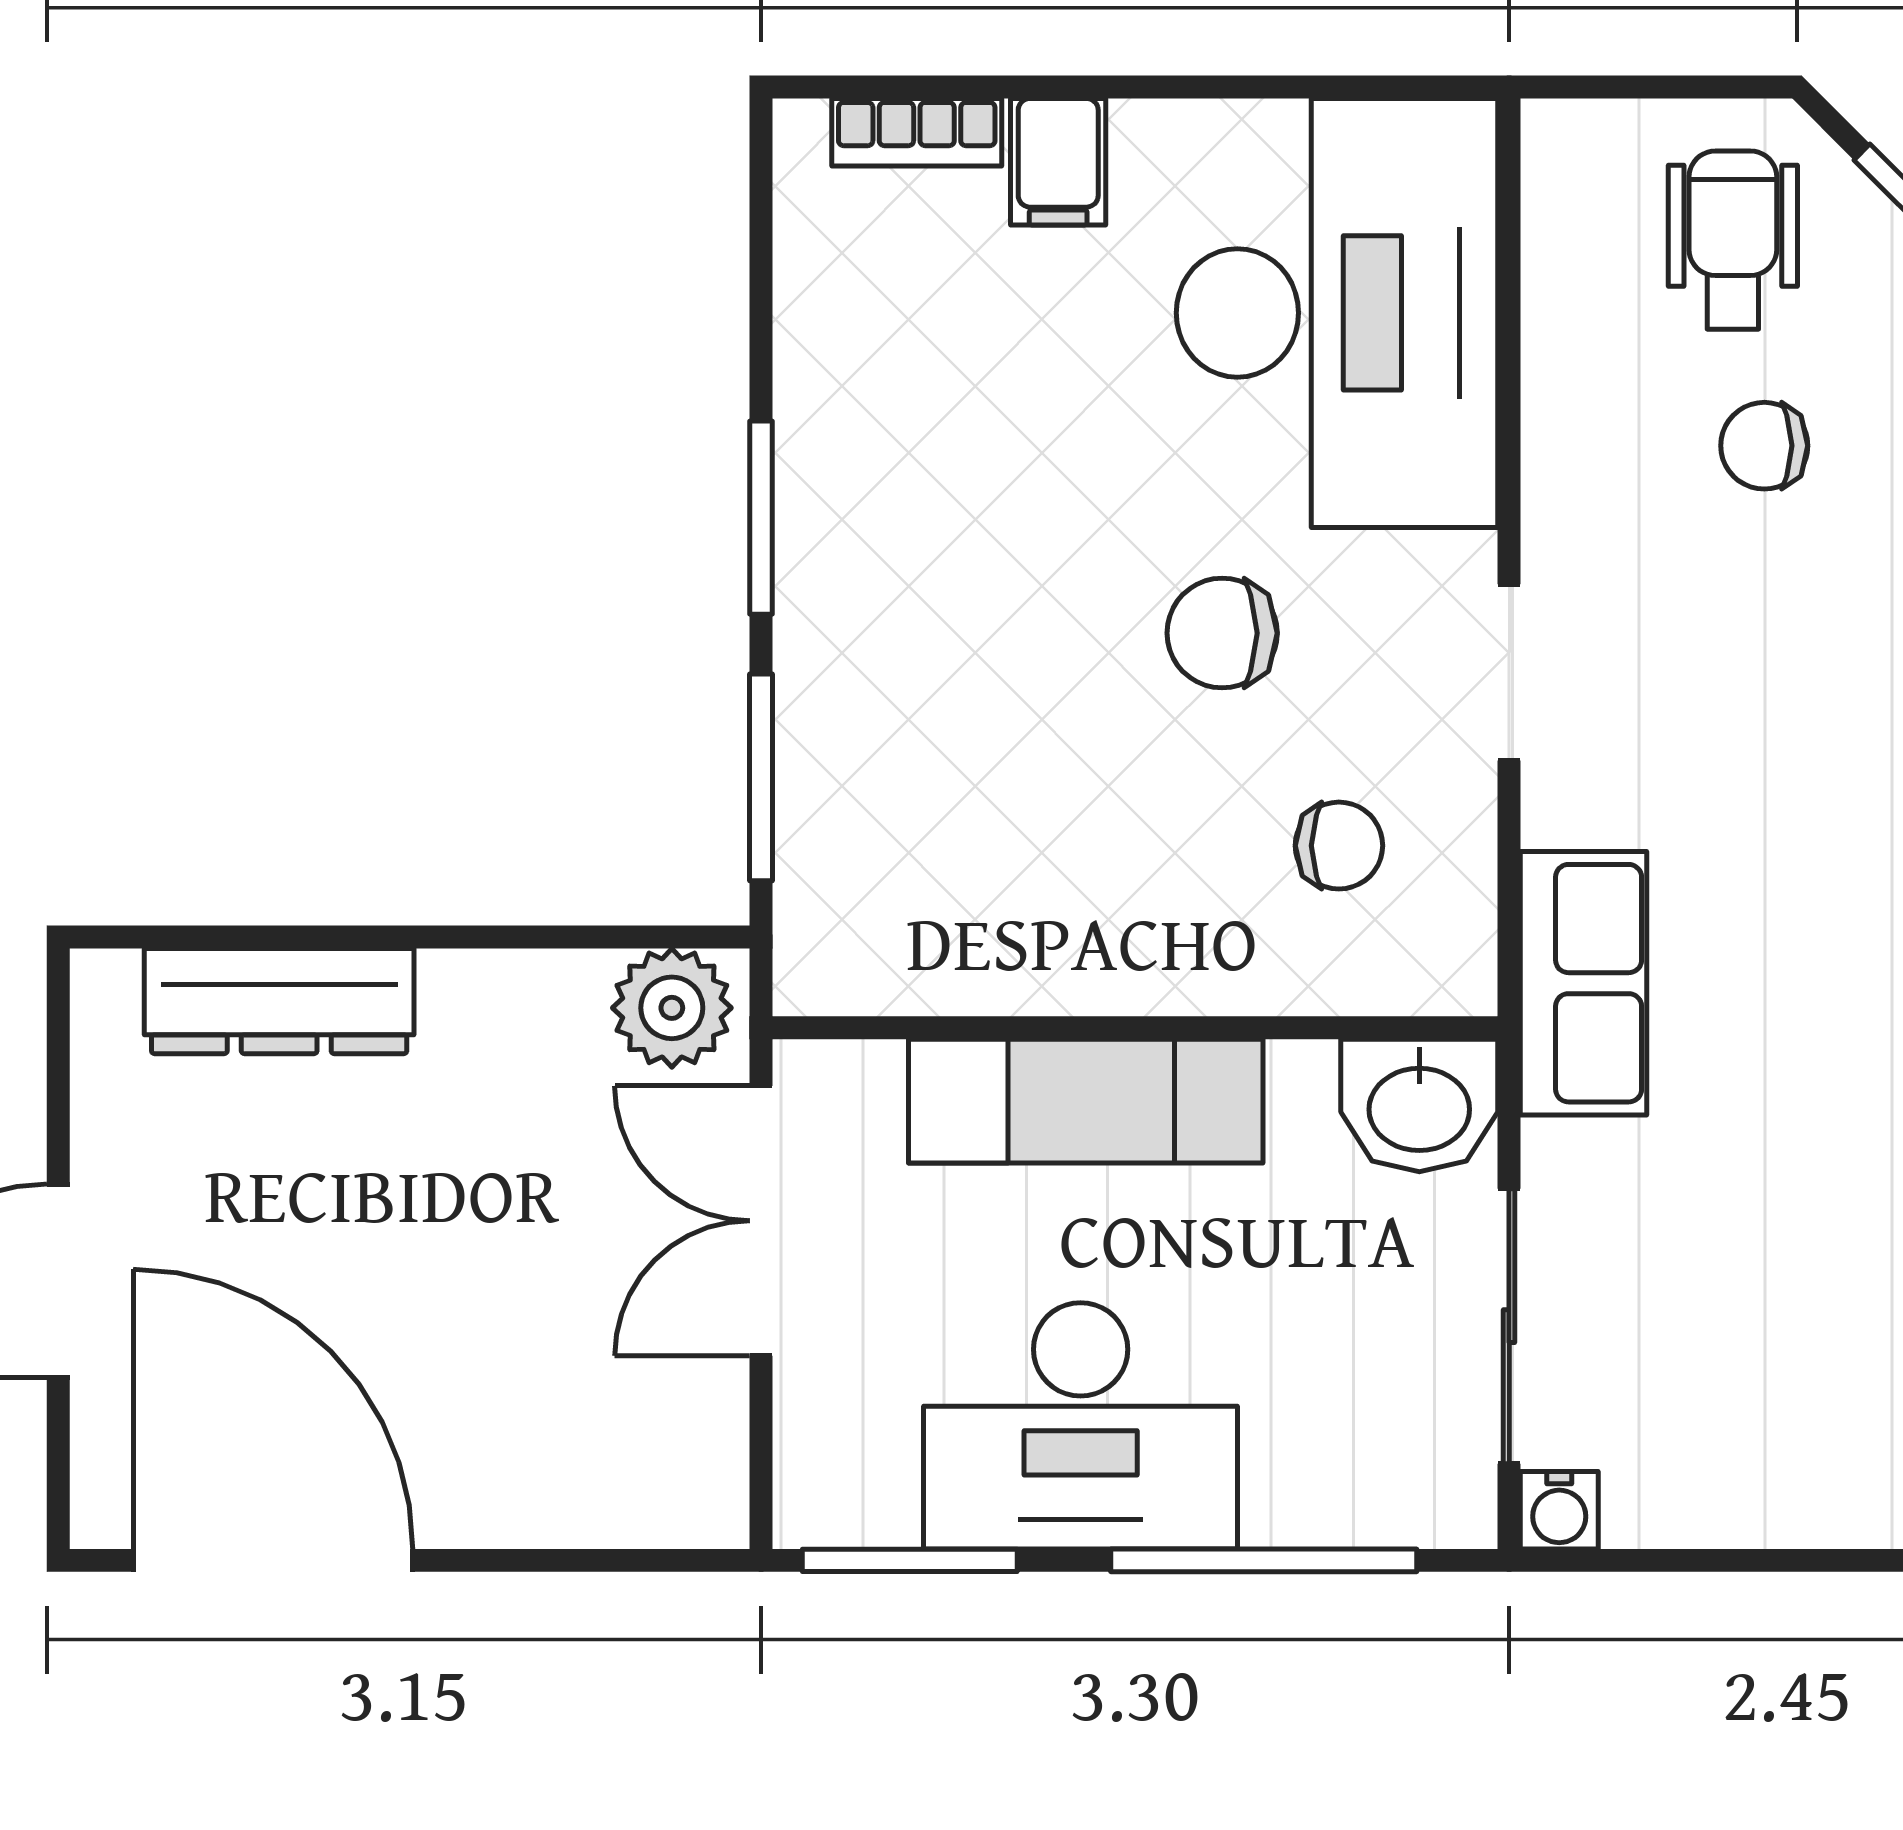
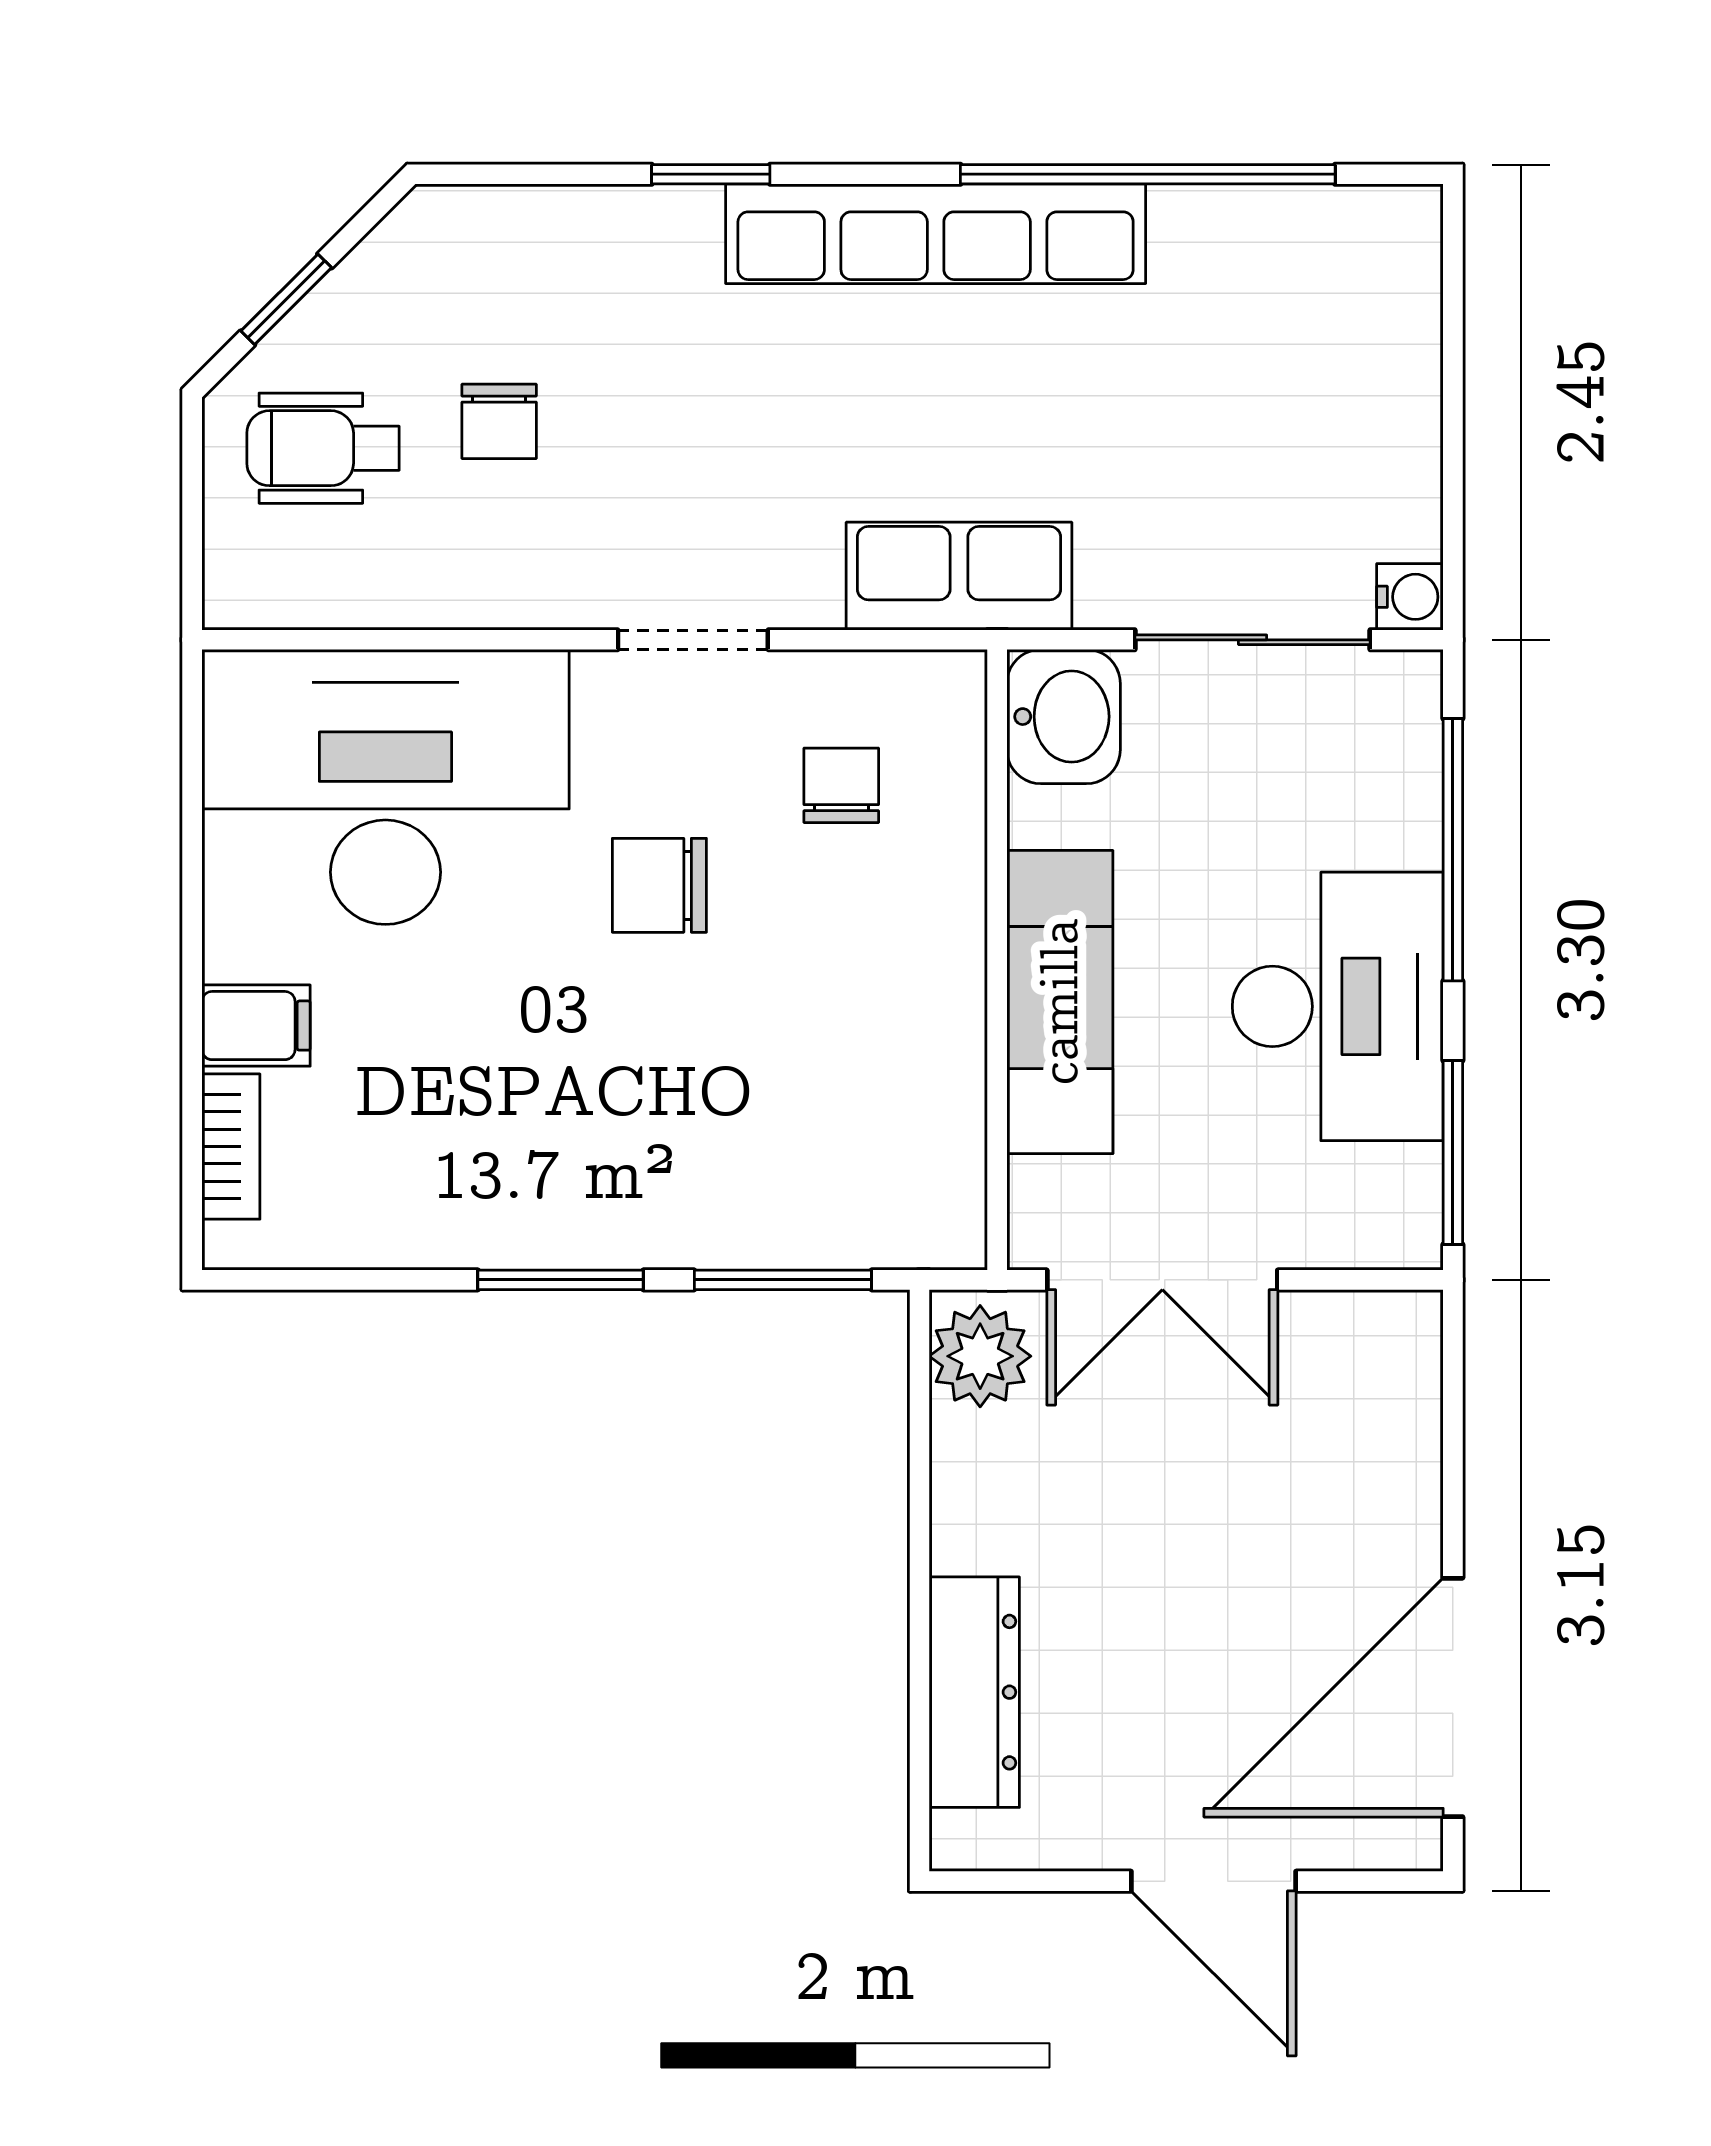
chair: (1222, 633) -> (659, 885), turned 90

